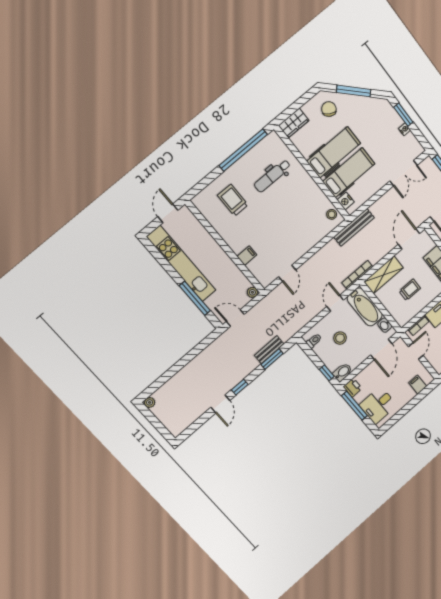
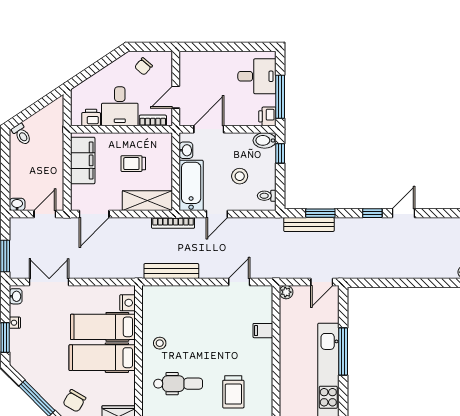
washbasin: (417, 147) -> (16, 296), added
stool: (332, 214) -> (160, 343), moved
bench: (354, 227) -> (171, 271), moved
window: (195, 298) -> (343, 351), moved
door: (235, 318) -> (322, 282), hinge flipped
bench: (269, 350) -> (309, 225), width x1.36
filing cabinet: (418, 385) -> (201, 61), removed

